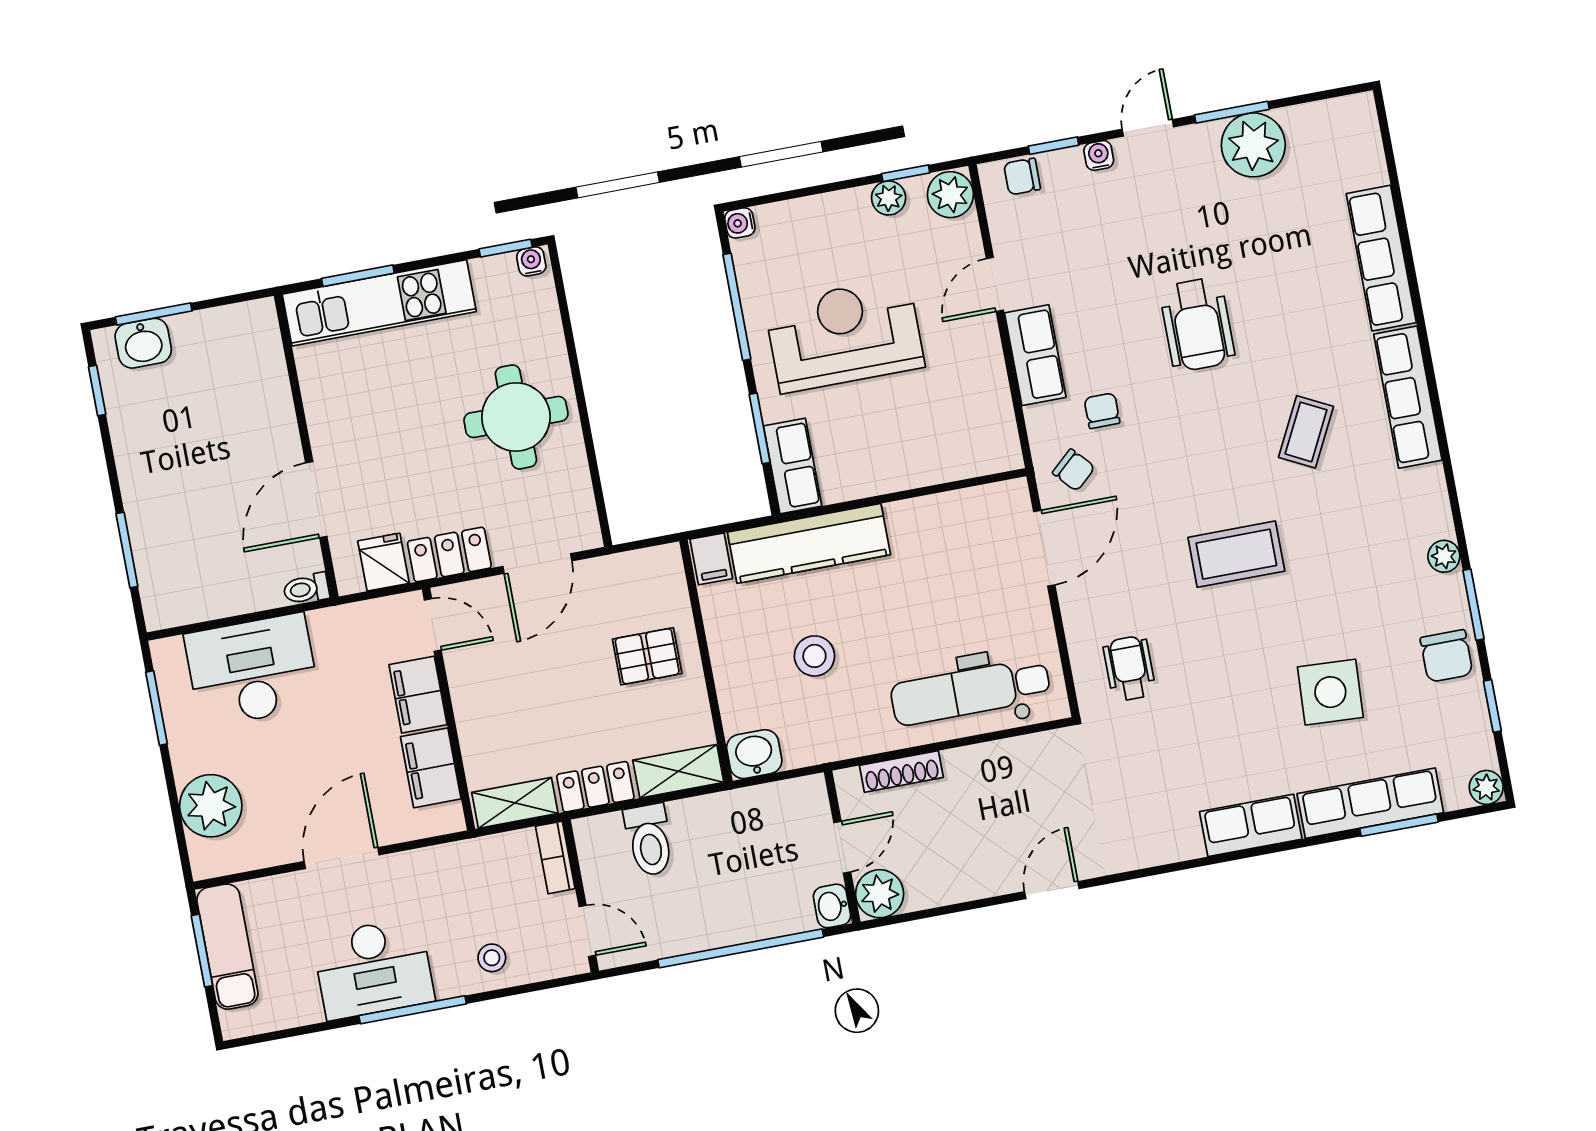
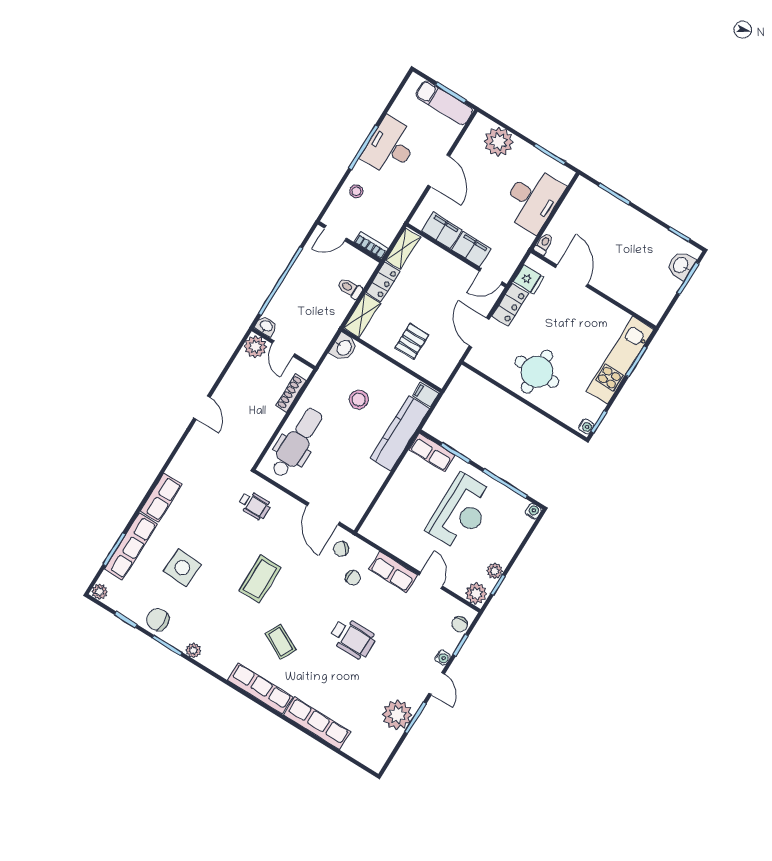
chair: (1022, 176) -> (460, 624), turned 180
wheelchair: (1197, 324) -> (353, 638), turned 180
toilet: (649, 840) -> (350, 288), width x0.73, depth x0.72

